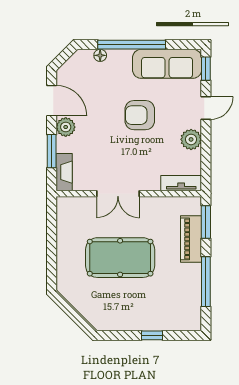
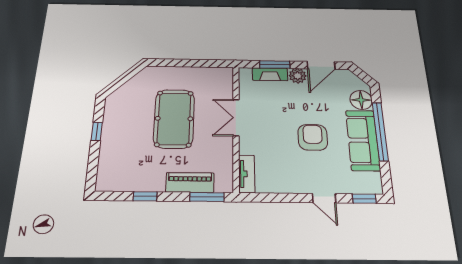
floor lamp: (100, 55) -> (361, 100), width x1.89, depth x1.89
sofa: (167, 64) -> (363, 140), moved
plant: (191, 139) -> (291, 184), removed
fireplace: (64, 172) -> (270, 74), moved
window: (206, 282) -> (145, 196), width x0.46
window: (152, 335) -> (97, 131), moved

